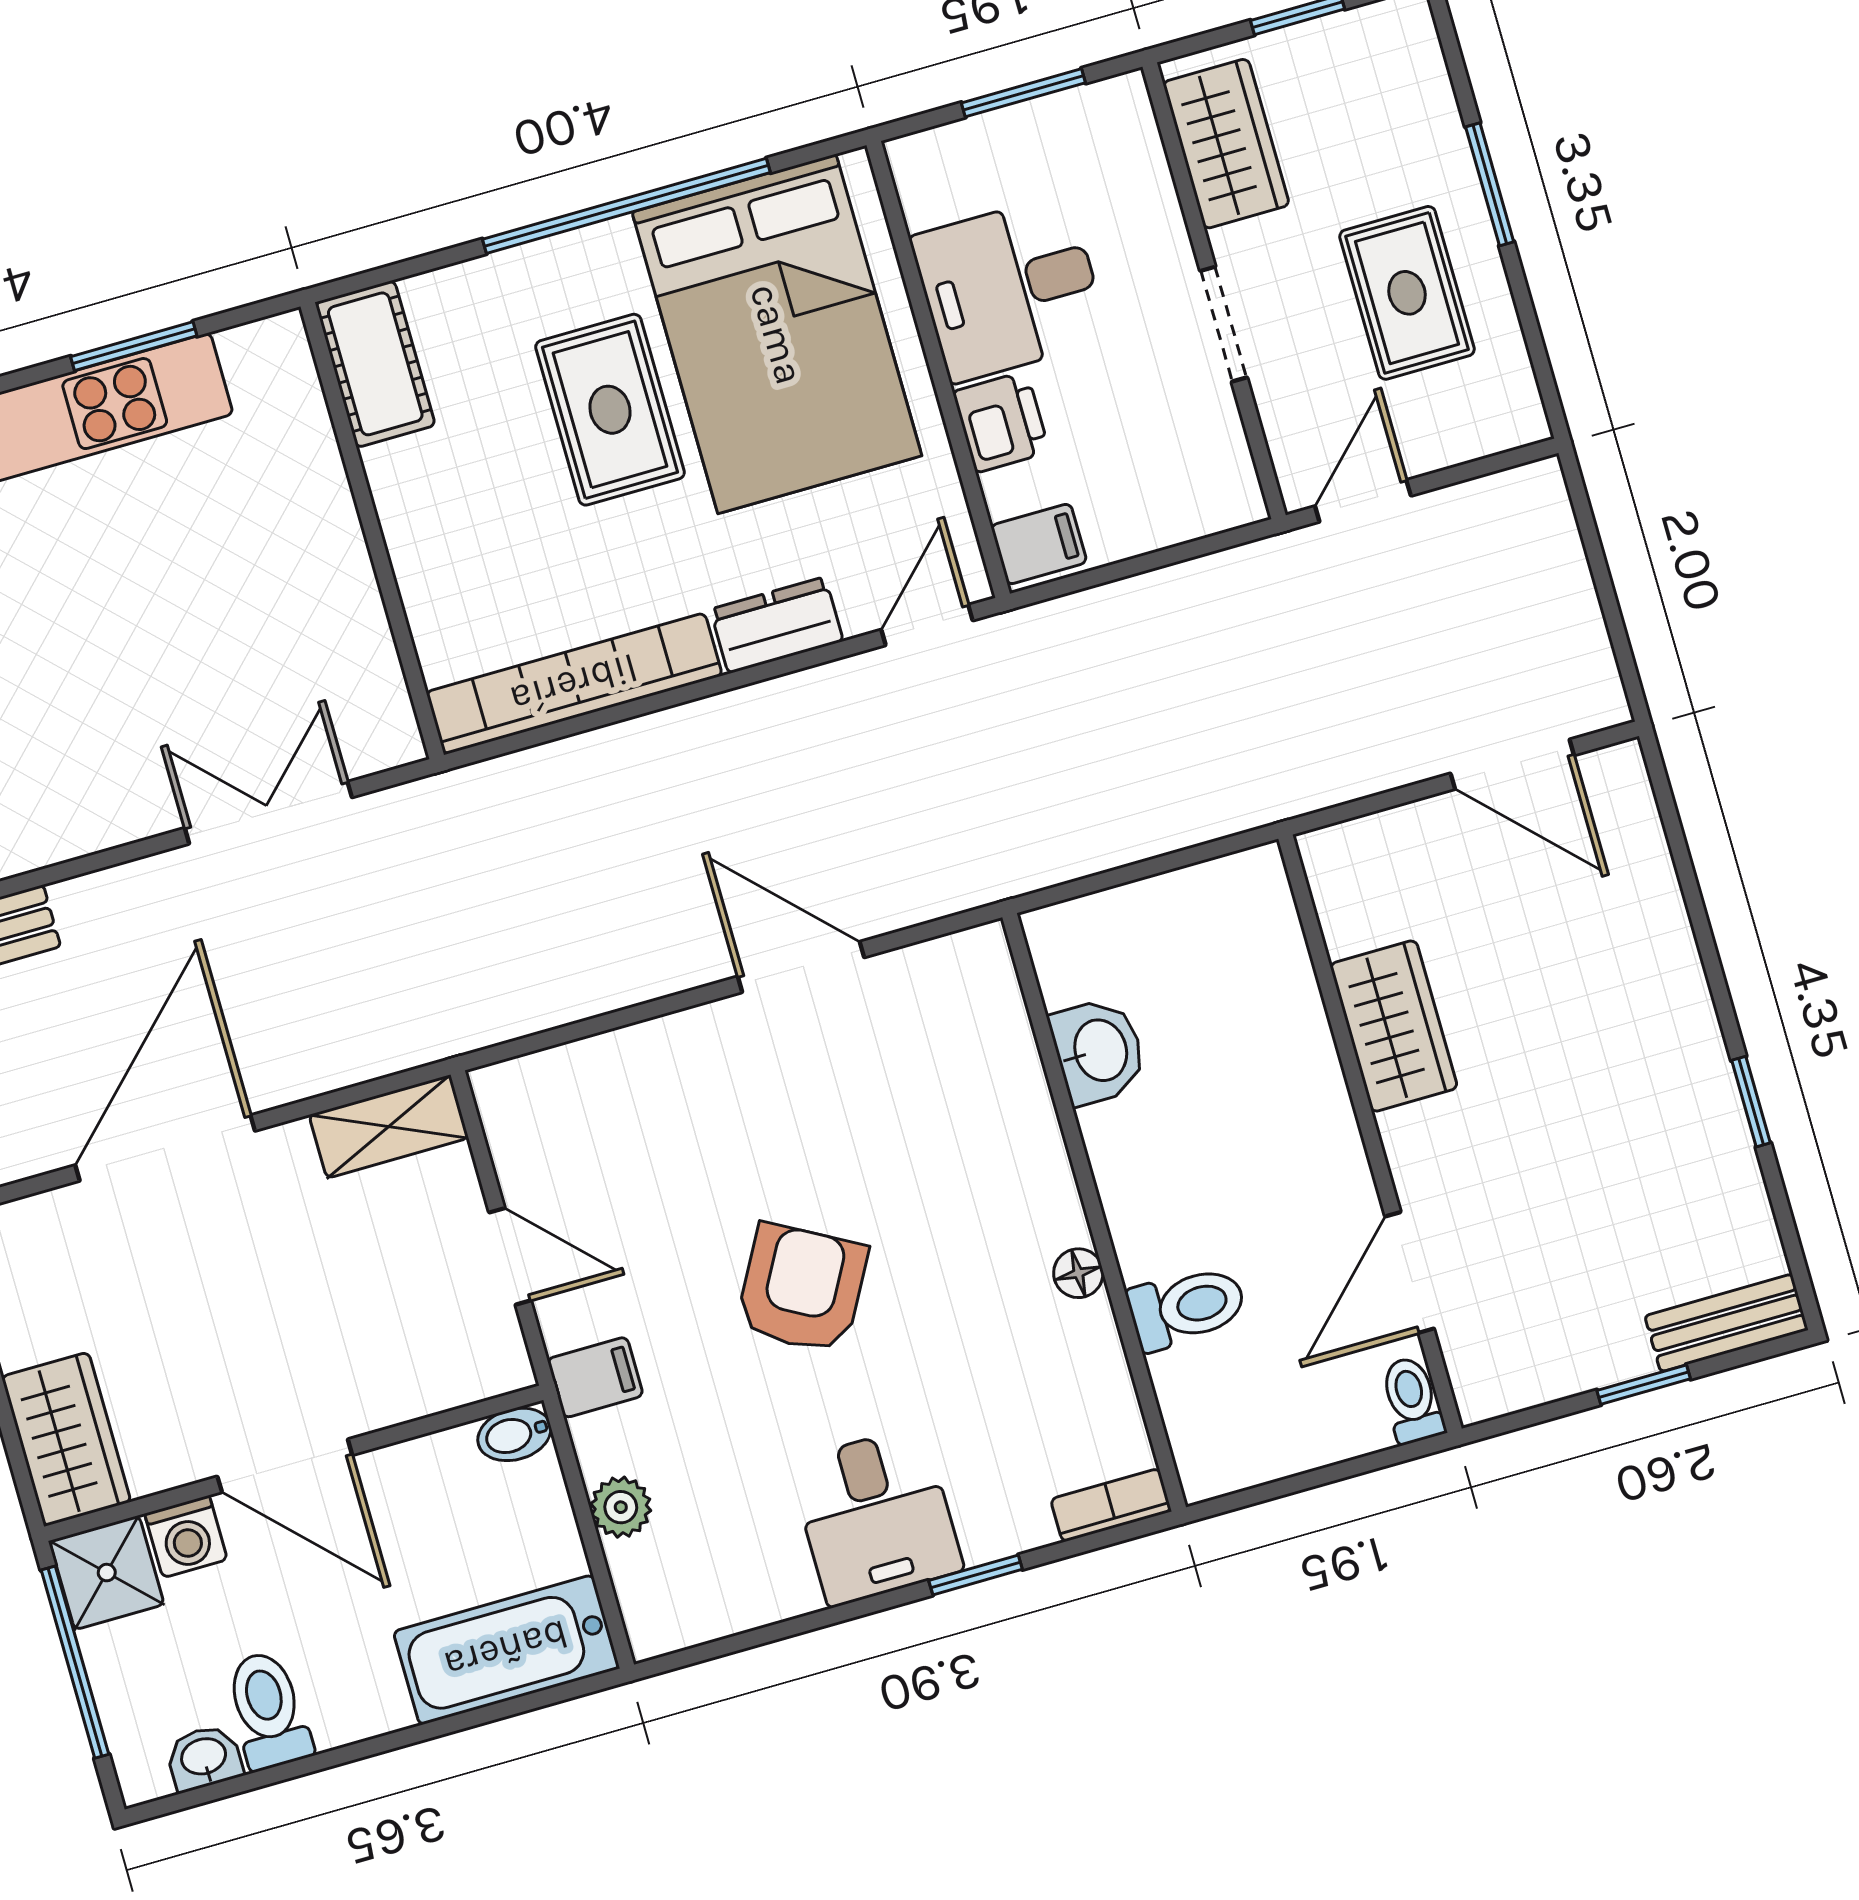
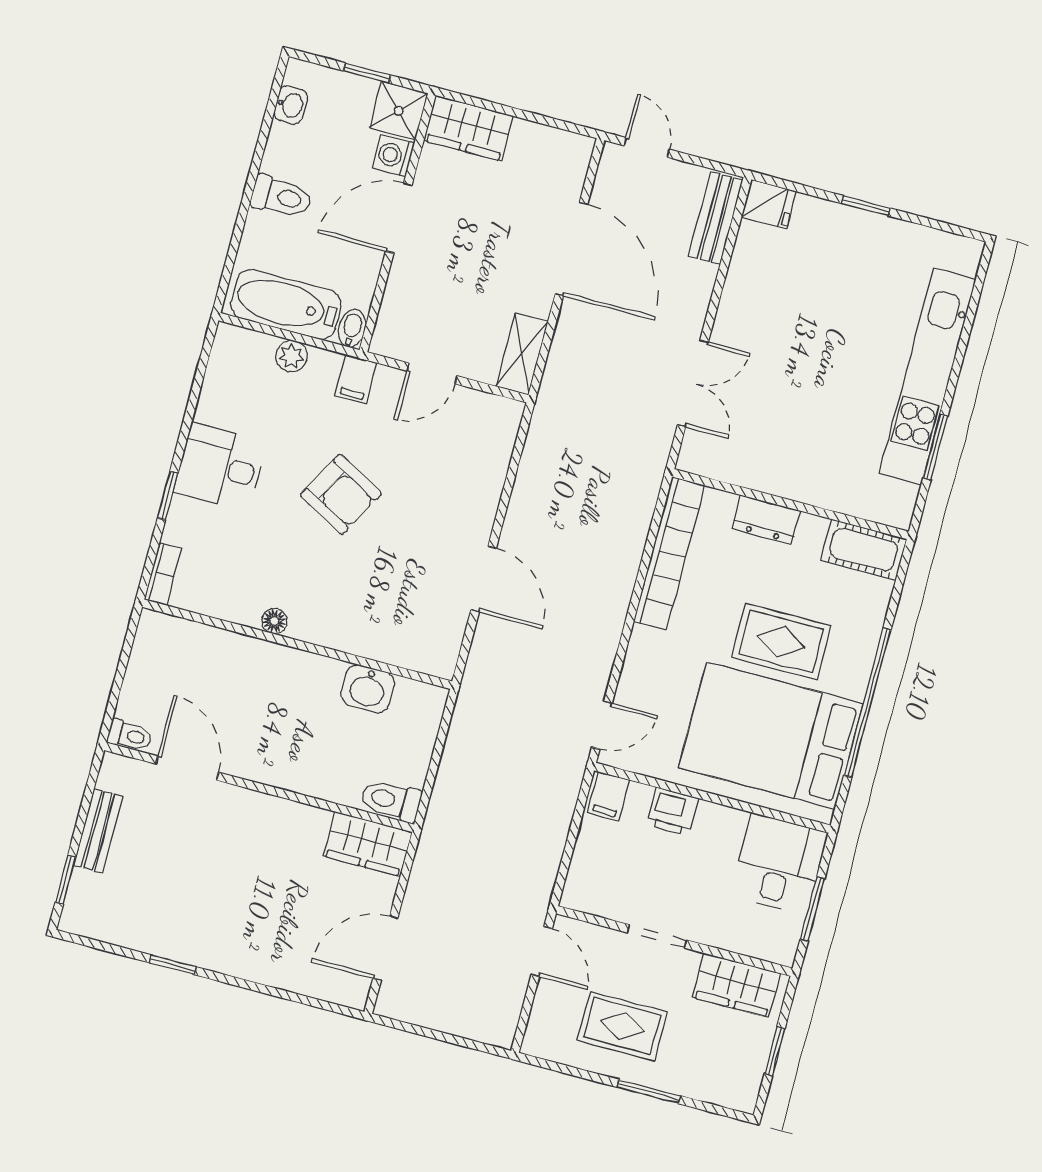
desk: (1010, 288) -> (779, 864), moved
dresser: (777, 625) -> (766, 520), moved, turned 90
door: (927, 625) -> (602, 725), hinge flipped
door: (801, 967) -> (484, 579), hinge flipped
wardrobe: (1394, 1026) -> (368, 844), moved
toilet: (1187, 1307) -> (391, 800), moved, turned 90
bench: (1726, 1323) -> (98, 831), moved
window: (1644, 1385) -> (66, 880), moved
bathtub: (506, 1650) -> (286, 304), moved, turned -90
window: (75, 1662) -> (367, 73), width x0.46
toilet: (268, 1710) -> (281, 197), moved

